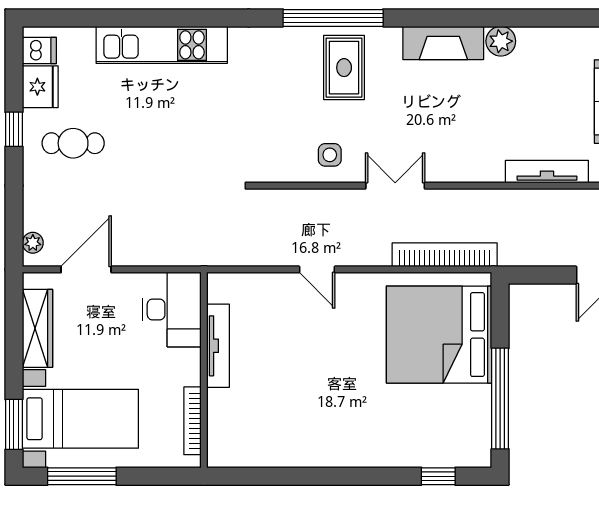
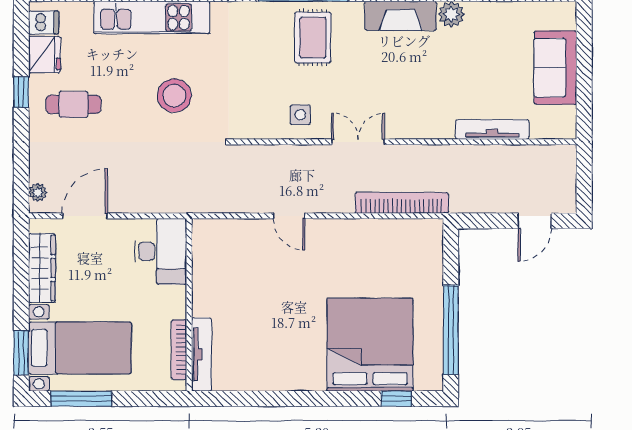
stool: (187, 133) -> (174, 96), added
bed: (439, 335) -> (370, 345), moved, turned 90
tv unit: (218, 346) -> (202, 354), moved

